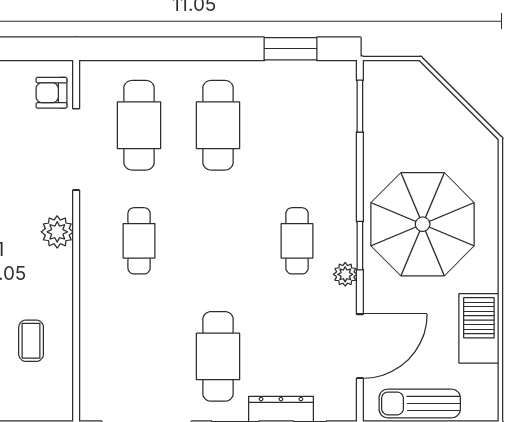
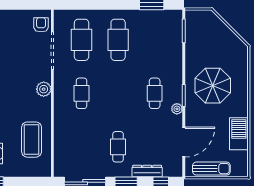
armchair: (52, 93) -> (41, 25), turned 90
parasol: (423, 224) -> (213, 86), width x0.73, depth x0.73
coffee table: (31, 341) -> (32, 140), width x1.86, depth x1.72
cafe table: (218, 356) -> (118, 147), width x0.73, depth x0.74
sun lounger: (420, 403) -> (211, 169), turned 180

